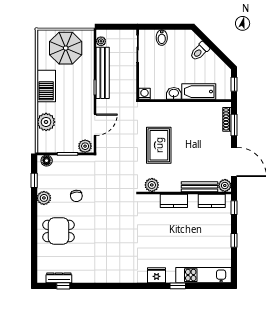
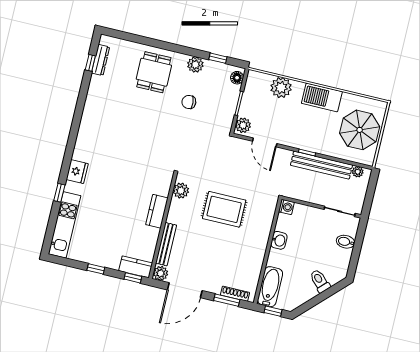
bathtub: (199, 92) -> (270, 287), moved
kitchen counter: (212, 201) -> (136, 267), moved, turned 90

